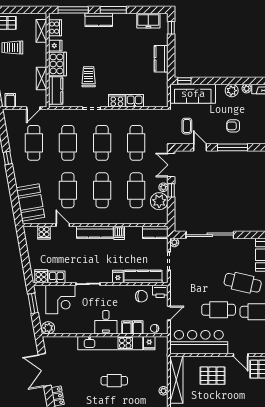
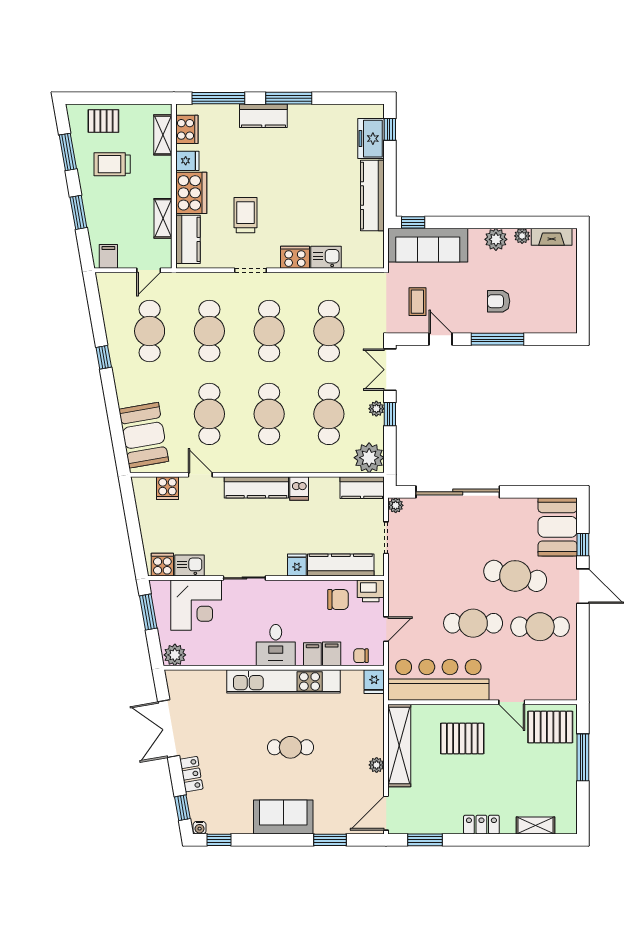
freezer: (148, 21) -> (371, 139), moved, turned 90
kitchen counter: (161, 59) -> (372, 196), width x1.50
plant: (159, 201) -> (369, 458), moved
fridge: (149, 343) -> (374, 682), moved

